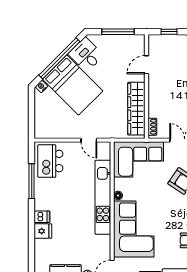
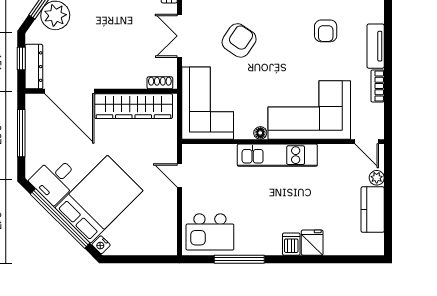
dresser: (163, 40) -> (34, 67), added
door: (147, 65) -> (69, 91), width x1.88
door: (89, 140) -> (179, 175), swing flipped
kitchen unit: (103, 197) -> (277, 155), width x0.73

